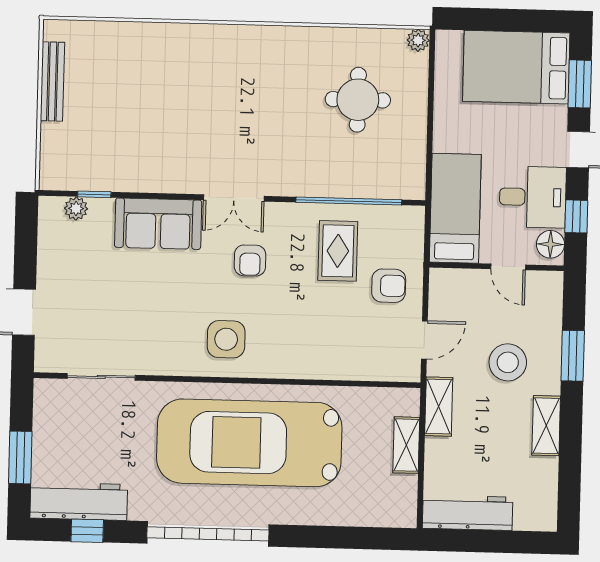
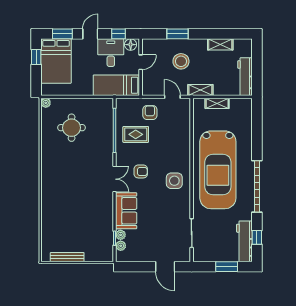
window: (527, 21) -> (36, 57), added
plant: (102, 209) -> (121, 235), added
shelving: (546, 426) -> (220, 44), moved

